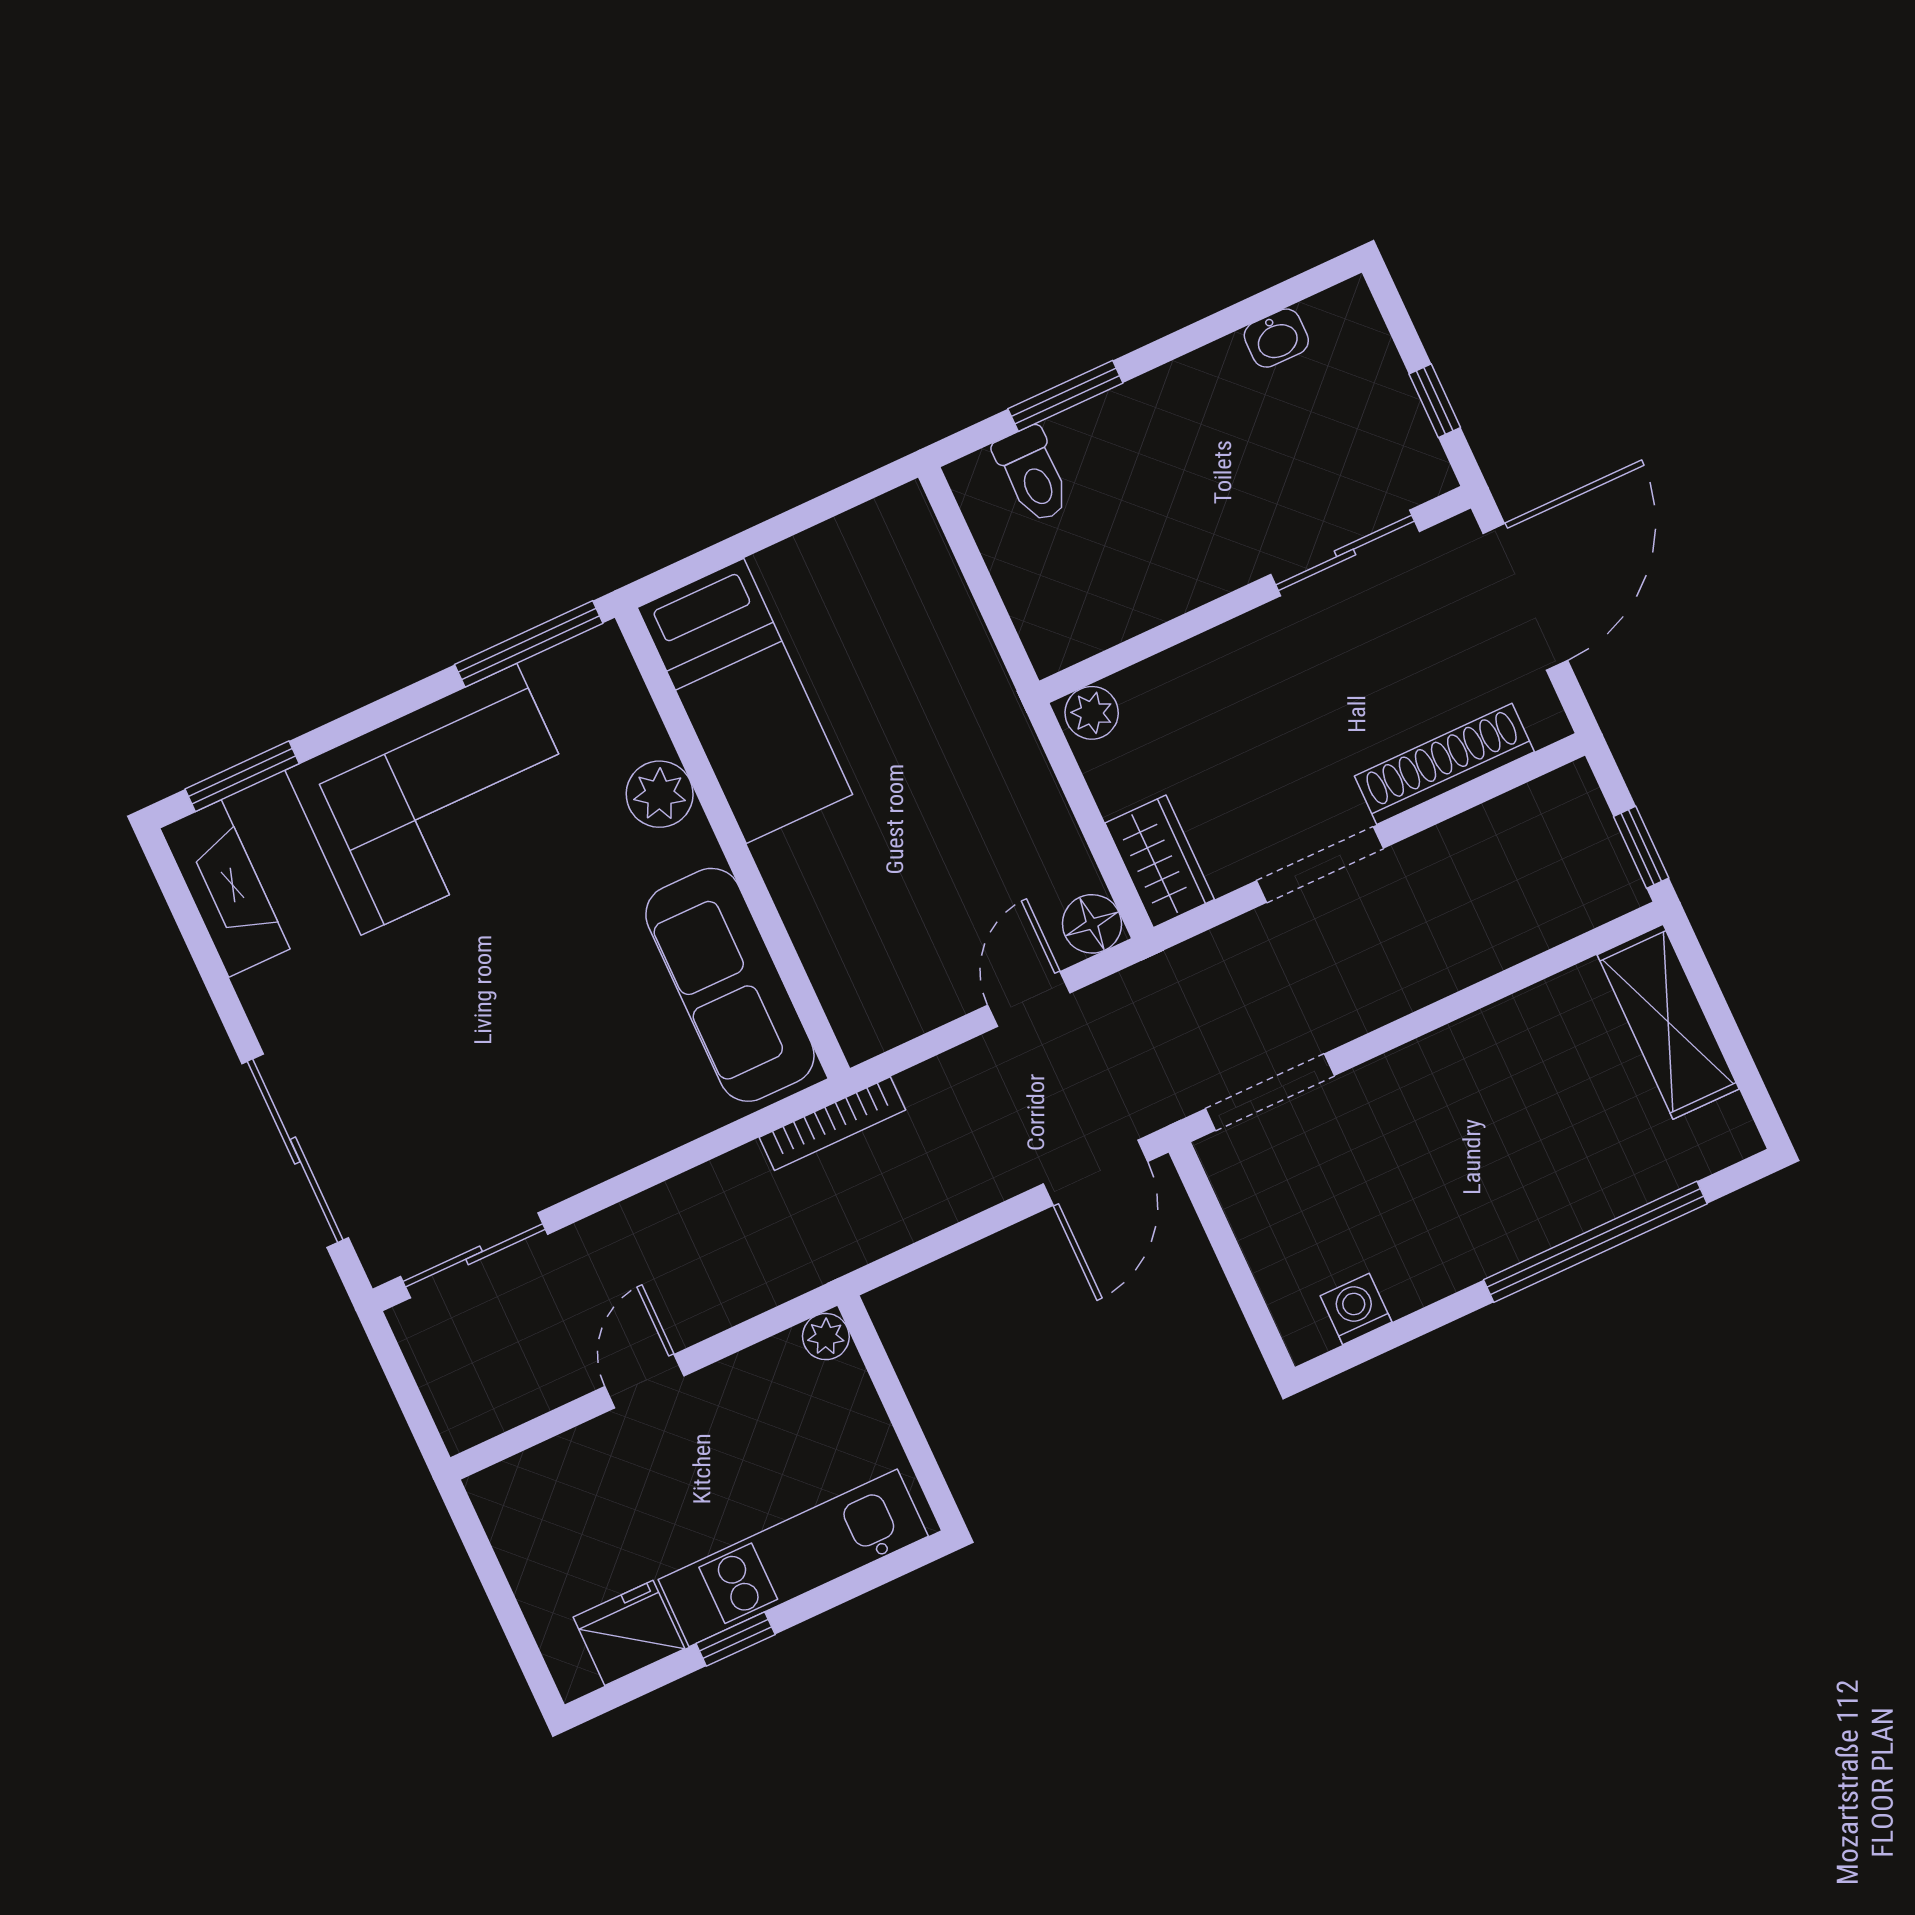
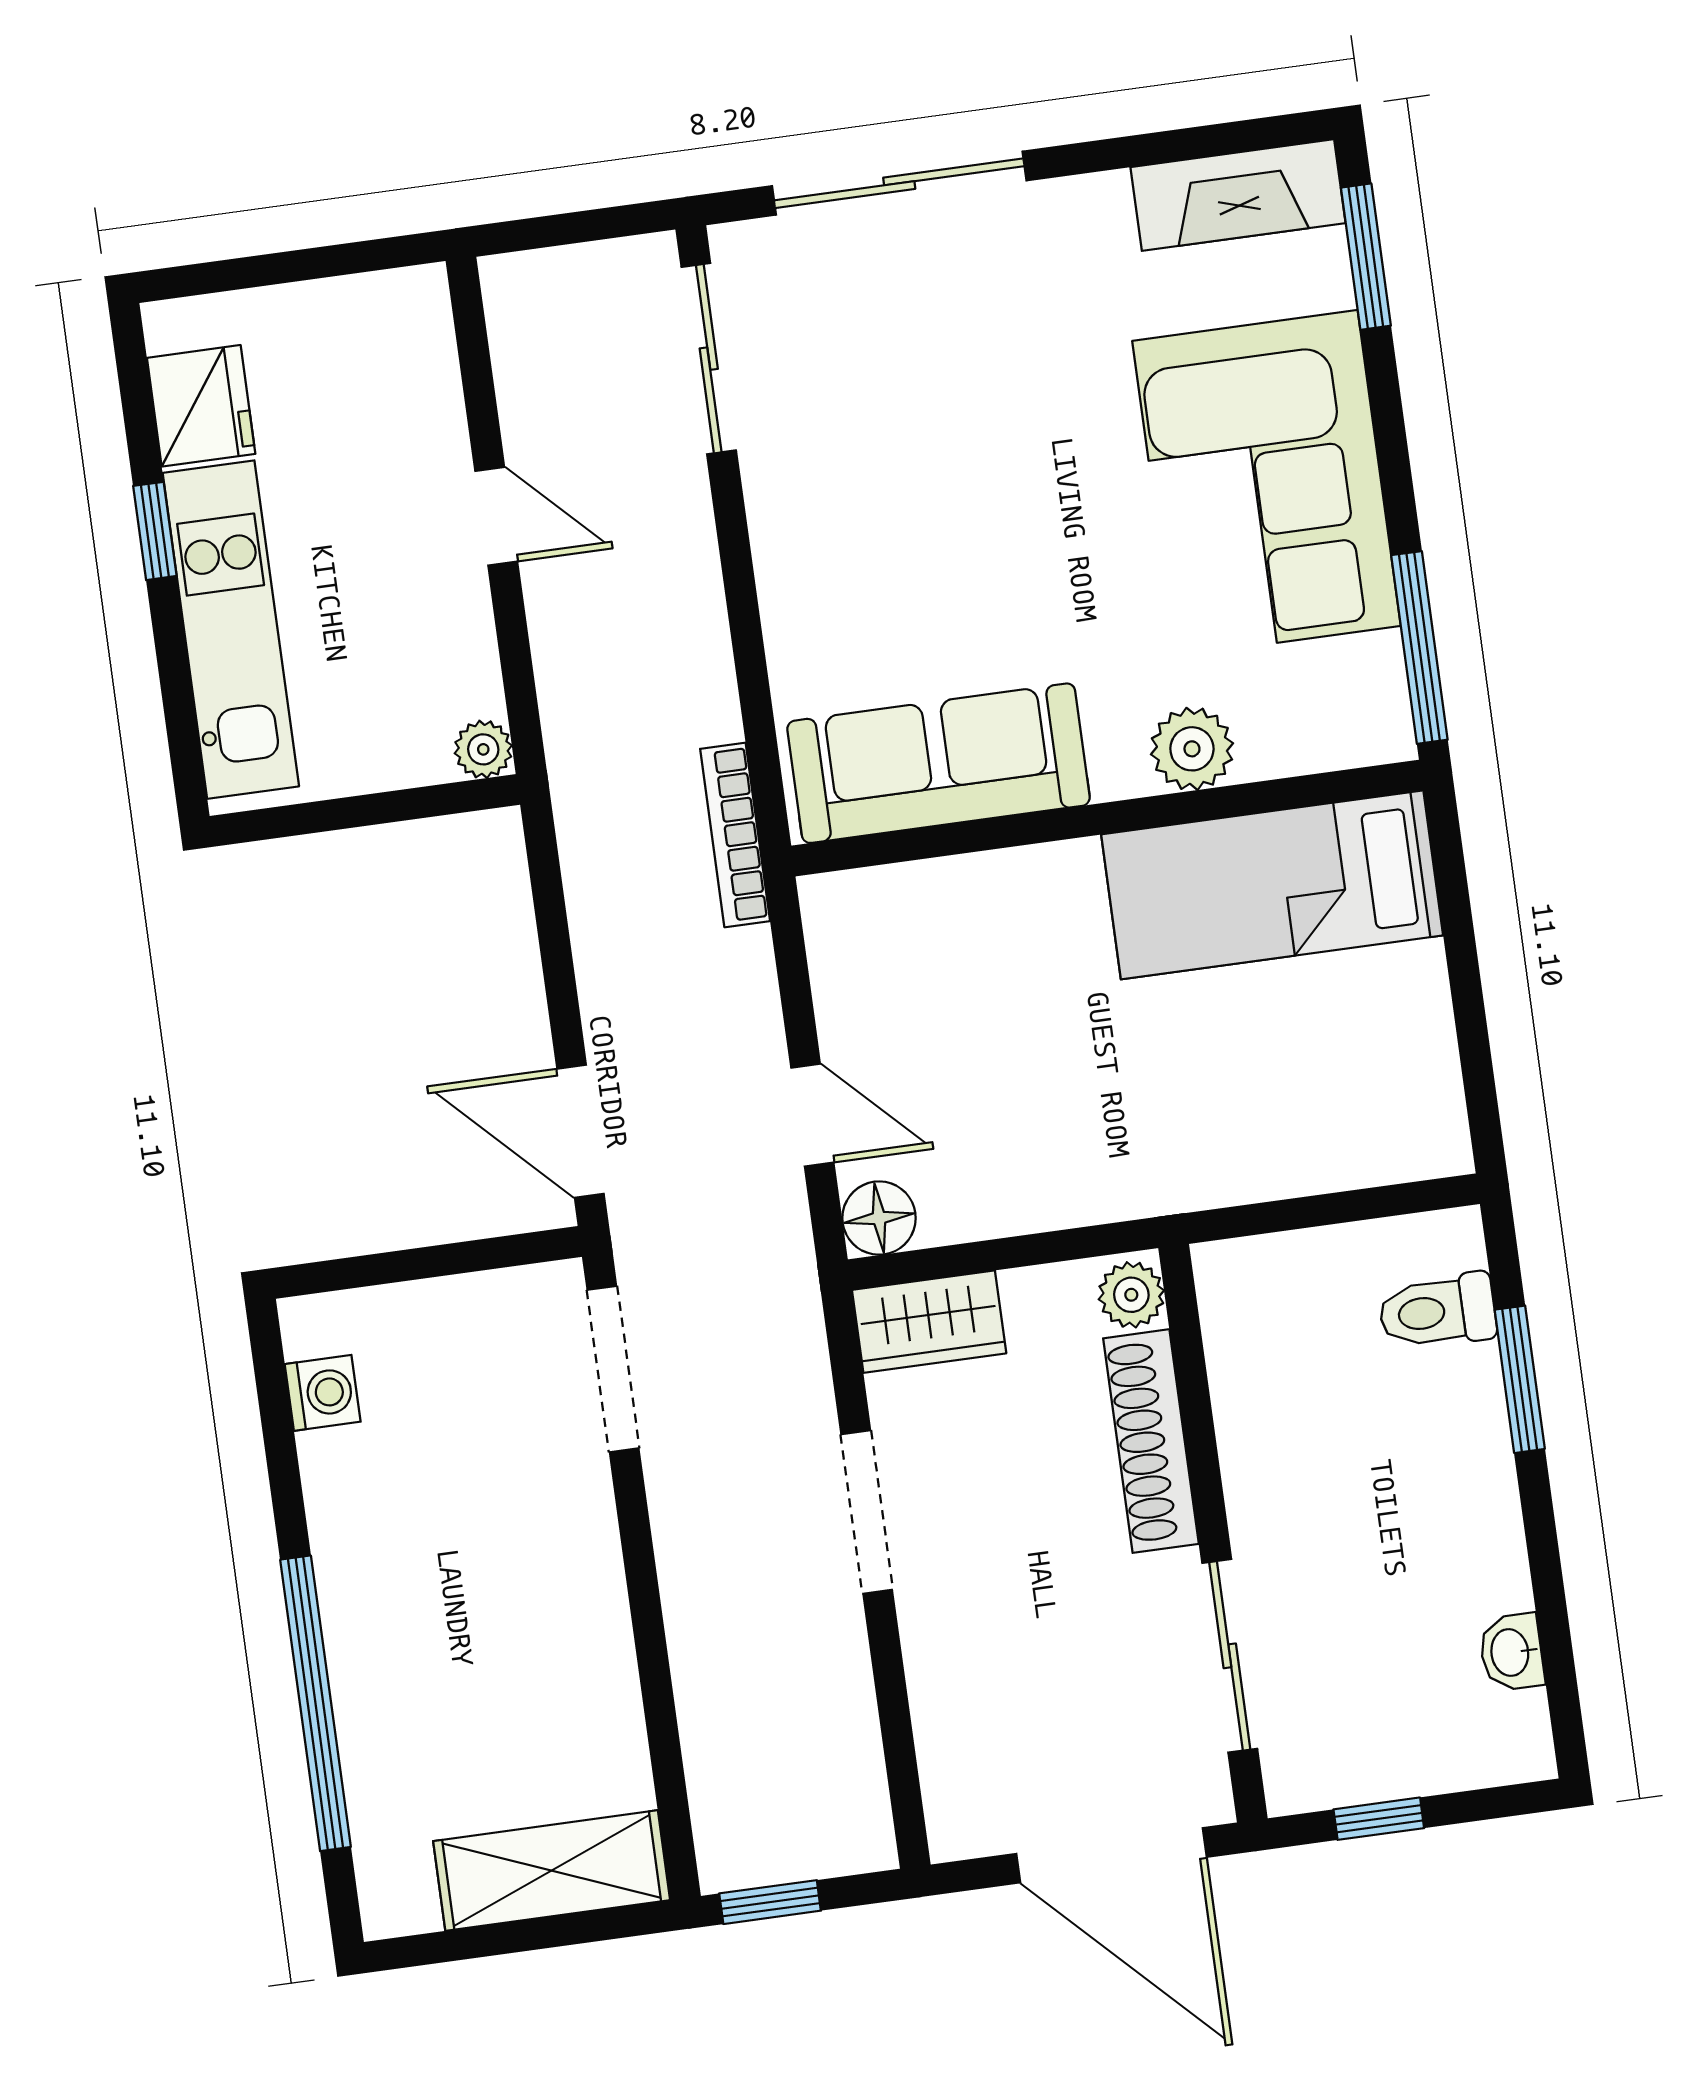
shoe rack: (1444, 764) -> (1151, 1441), moved, turned 180

